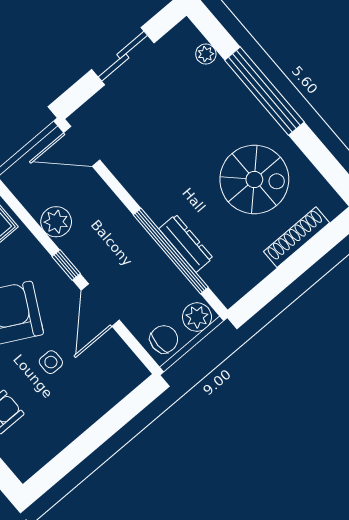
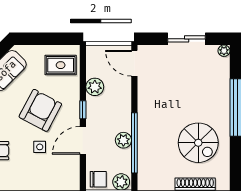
plant: (206, 54) -> (224, 51), moved
dresser: (186, 243) -> (144, 145), removed
plant: (153, 260) -> (123, 140), added

